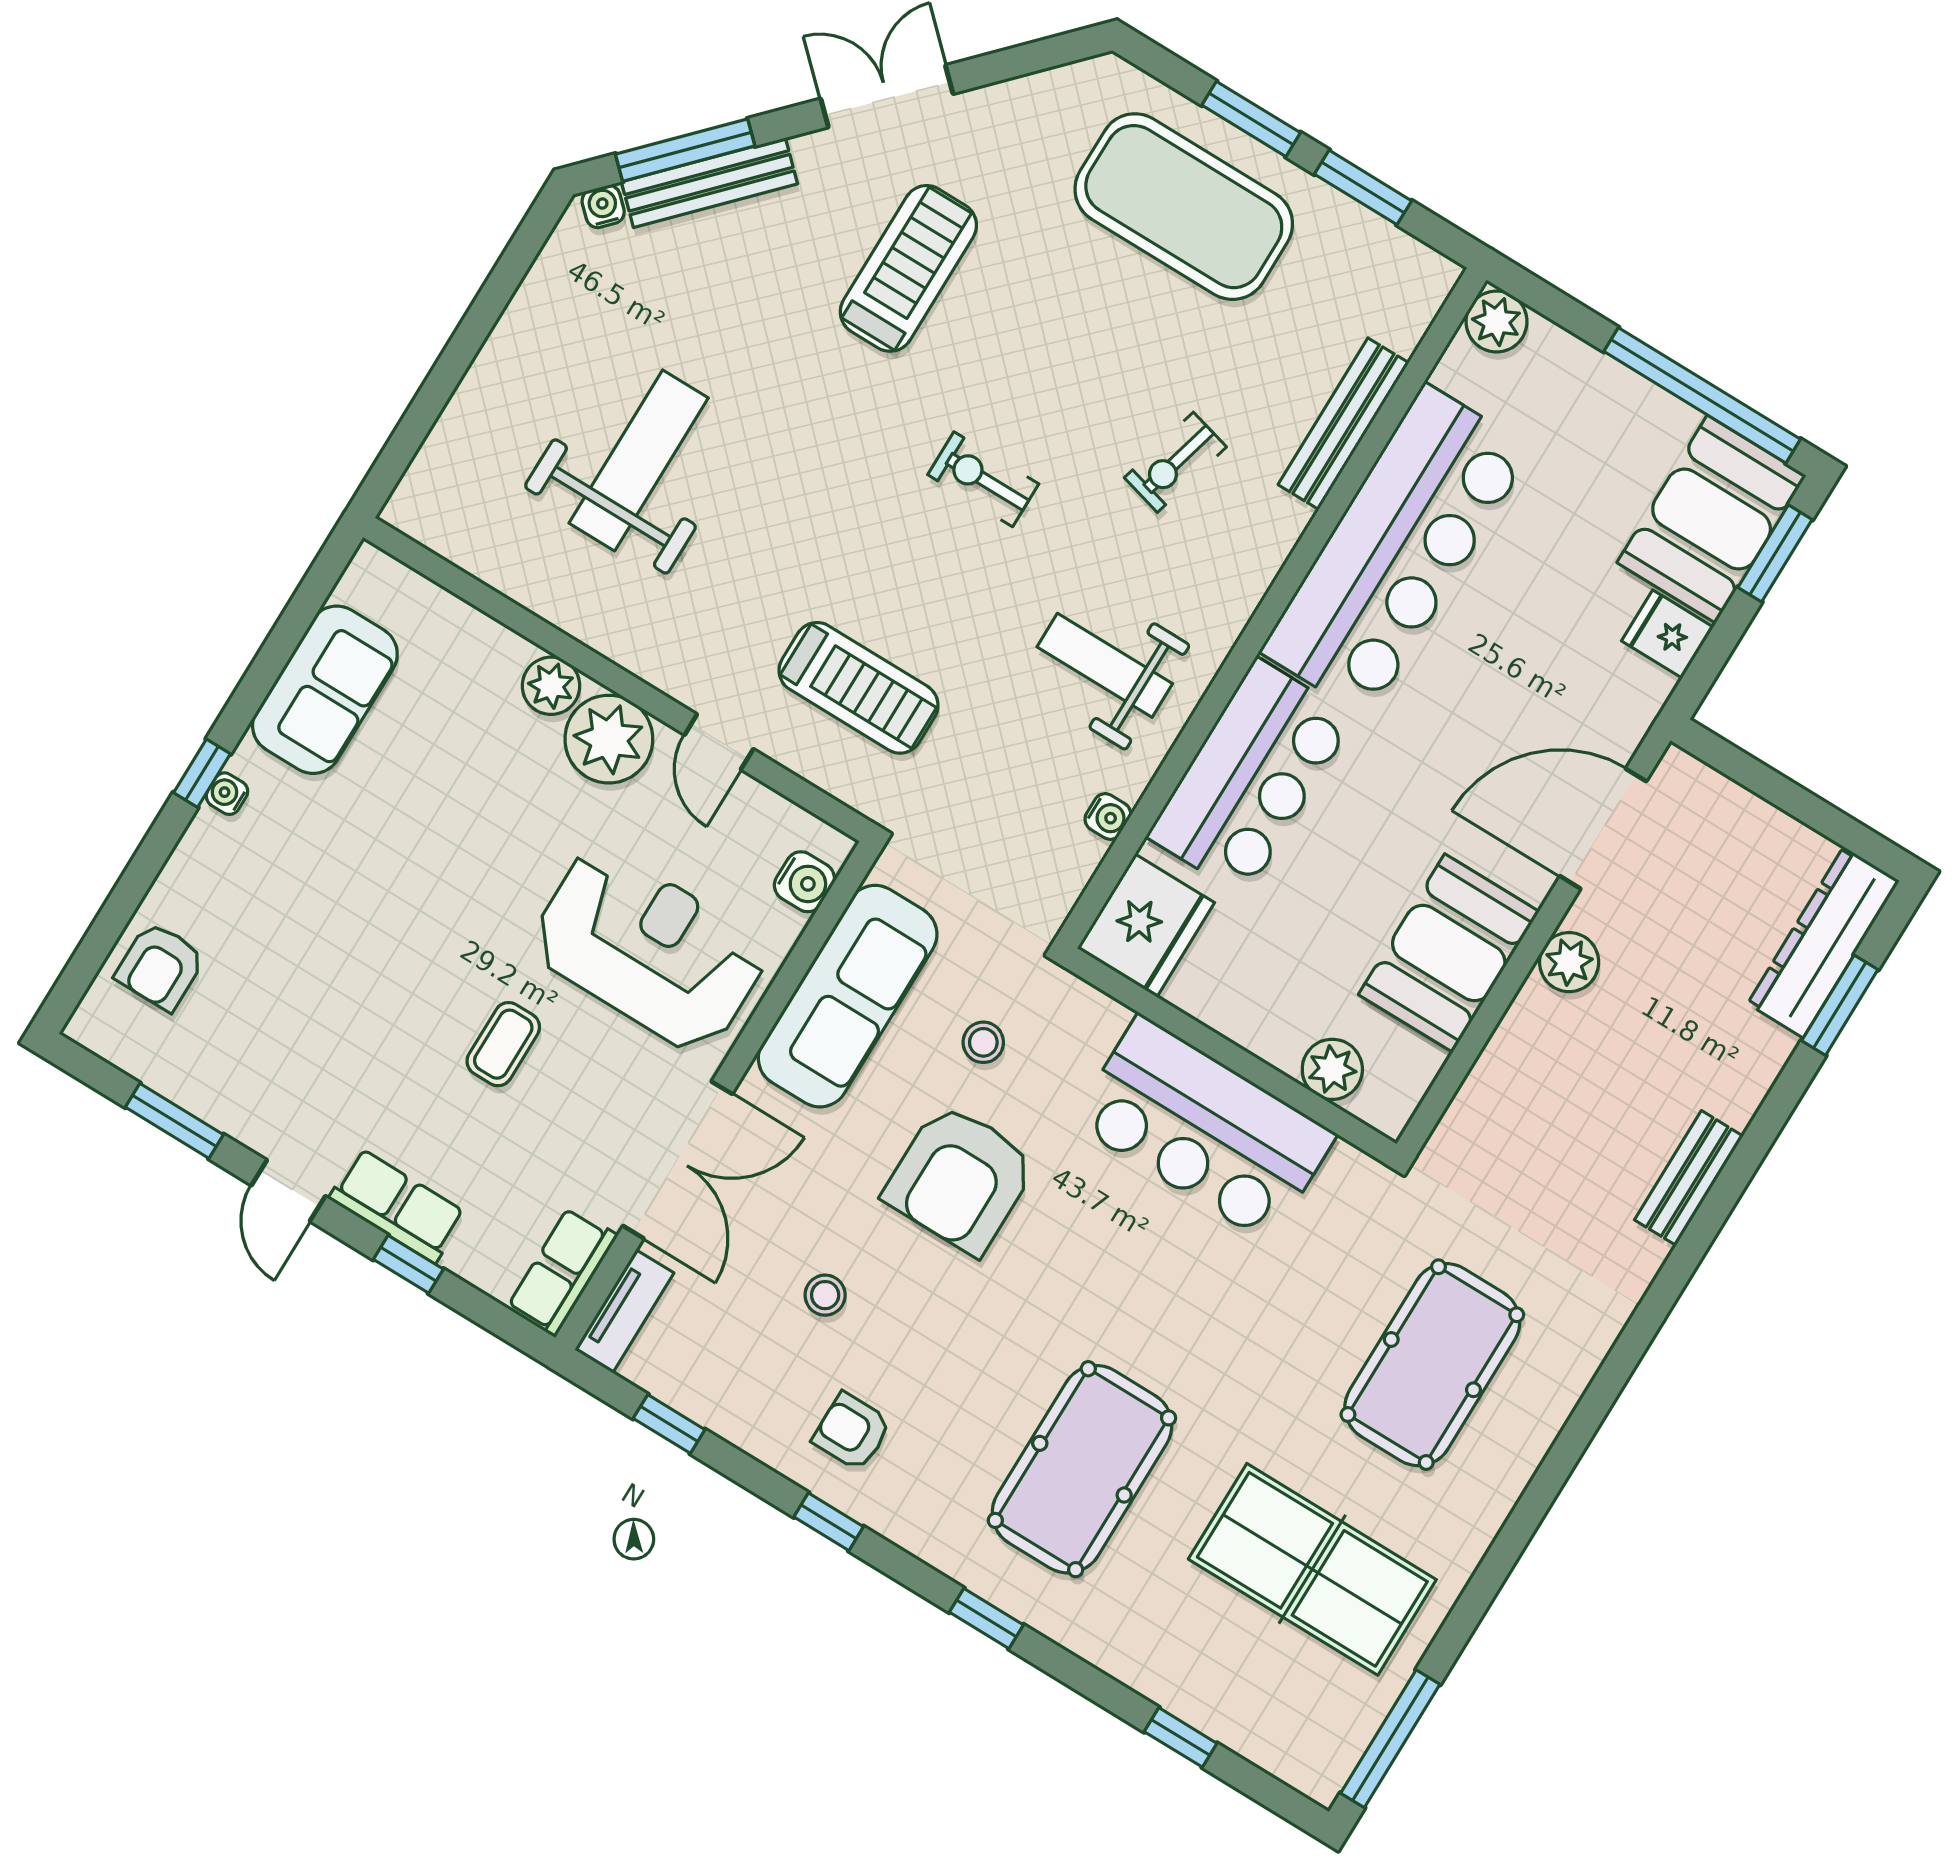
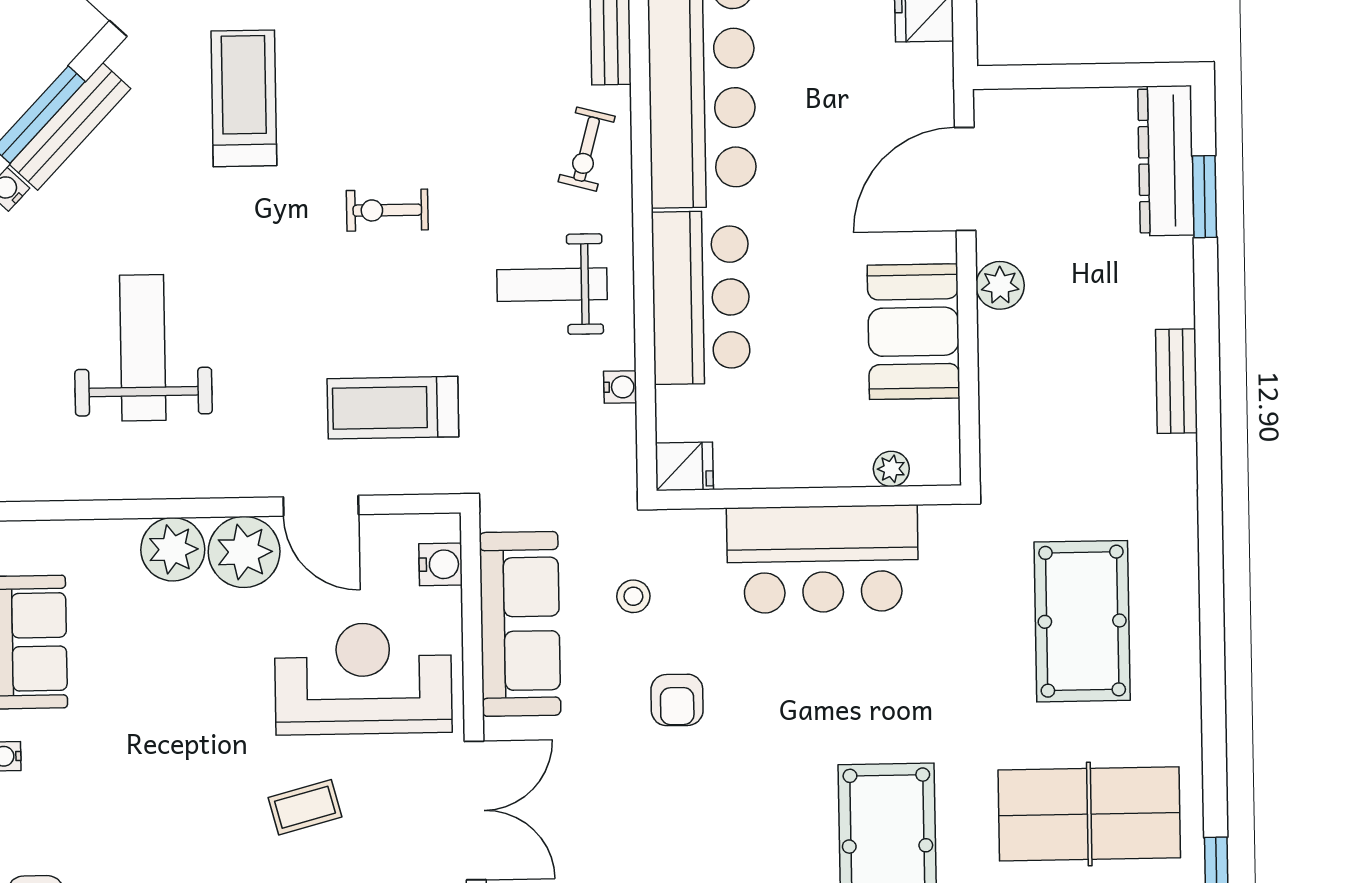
exercise bike: (1175, 462) -> (587, 149), moved
plant: (551, 686) -> (173, 549), width x1.36, depth x1.36
treadmill: (859, 688) -> (393, 408), turned 180
door: (719, 742) -> (321, 506), width x1.38
fridge: (1146, 925) -> (684, 466), width x0.53, depth x0.75
coffee table: (503, 1044) -> (305, 807), turned 75
plant: (1332, 1069) -> (891, 469), width x0.73, depth x0.73
armchair: (960, 1179) -> (677, 700), width x0.53, depth x0.53
stool: (825, 1295) -> (635, 839), removed

